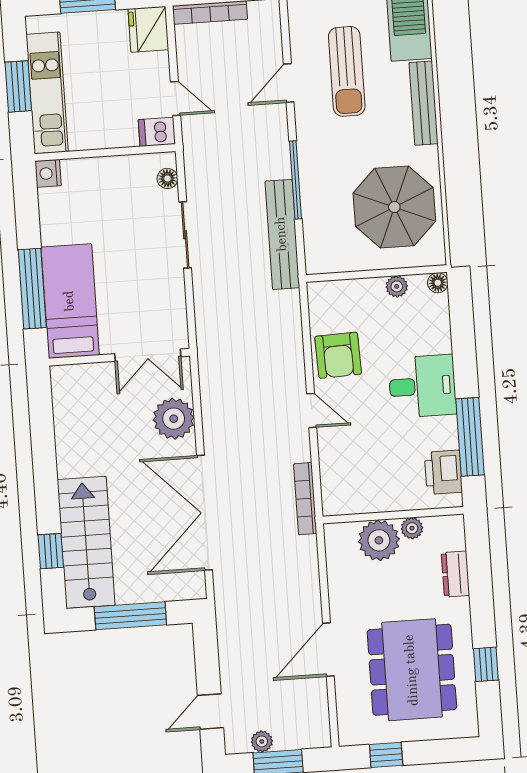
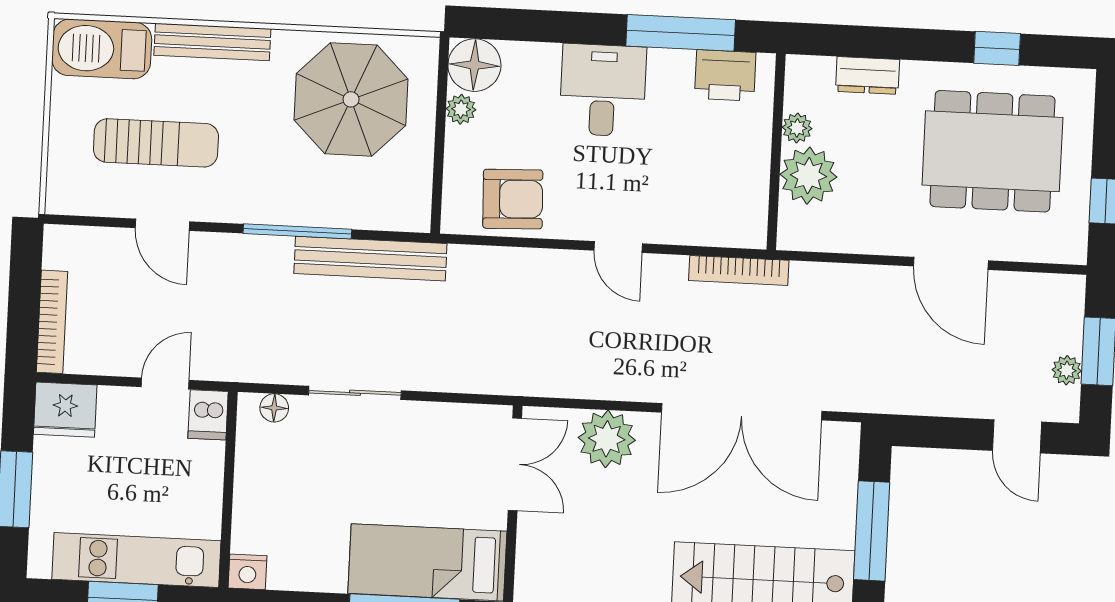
floor lamp: (438, 283) -> (474, 65), width x1.89, depth x1.89
armchair: (338, 355) -> (513, 199), moved
door: (312, 410) -> (618, 247), swing flipped

